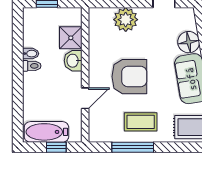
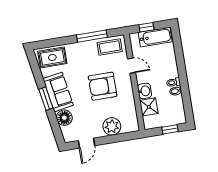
door: (85, 98) -> (132, 66), swing flipped
coffee table: (141, 122) -> (110, 47), moved

